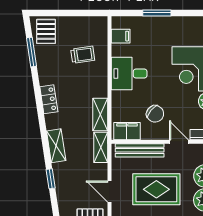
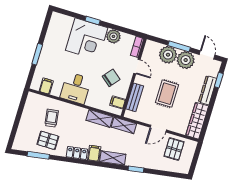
pallet: (46, 31) -> (48, 140), moved
filing cabinet: (55, 121) -> (94, 153), added
filing cabinet: (127, 131) -> (118, 102), width x0.50
door: (179, 142) -> (137, 66), swing flipped
bench: (140, 150) -> (135, 97), width x0.73
rug: (156, 189) -> (167, 94), width x0.73, depth x0.70

